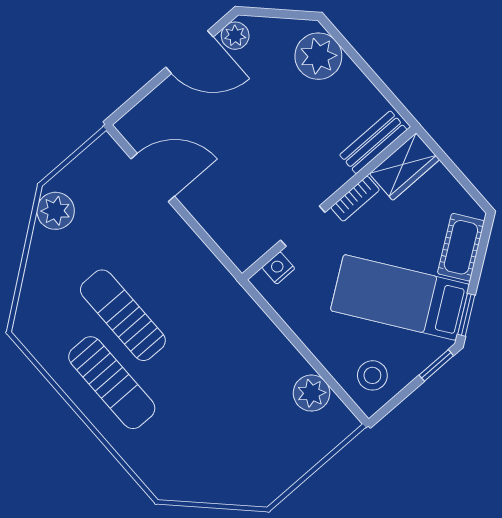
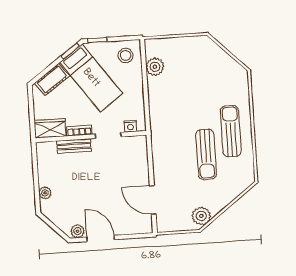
plant: (318, 56) -> (45, 193), width x0.53, depth x0.53
bench: (373, 142) -> (74, 146), moved

